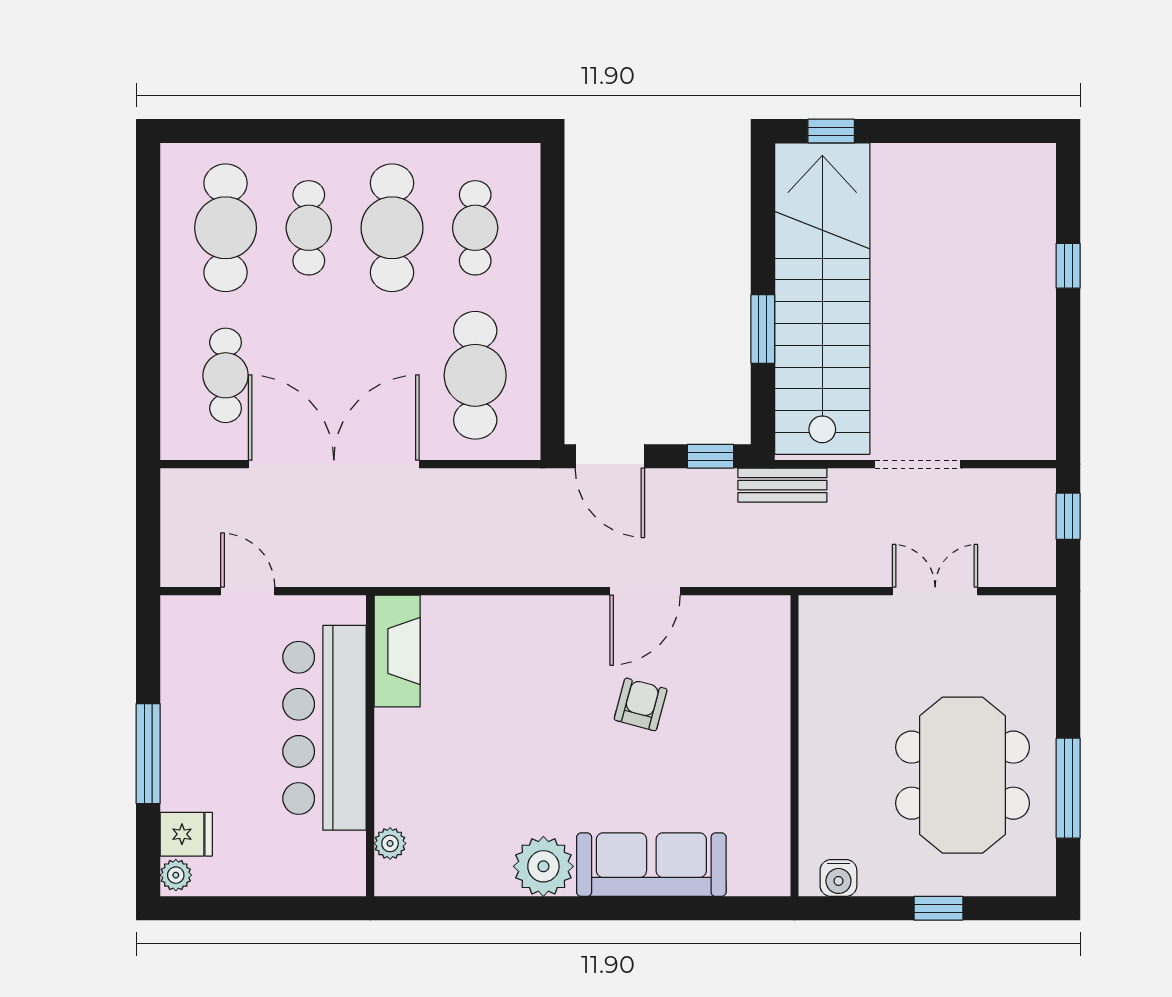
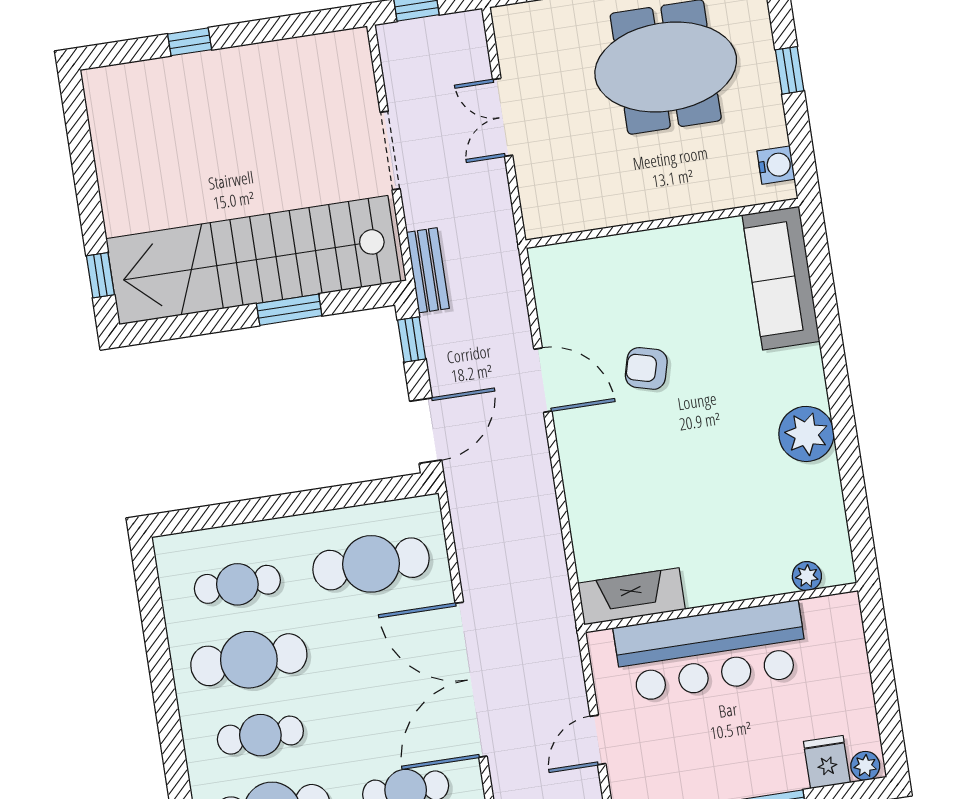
sofa: (651, 865) -> (781, 278), moved

